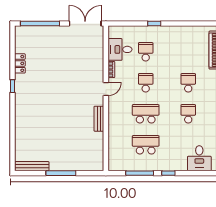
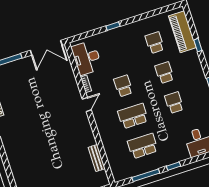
double door: (85, 24) -> (46, 48), swing flipped
desk: (120, 49) -> (87, 58), width x1.37
school desk: (146, 52) -> (155, 43), moved
bench: (99, 119) -> (97, 158), moved

